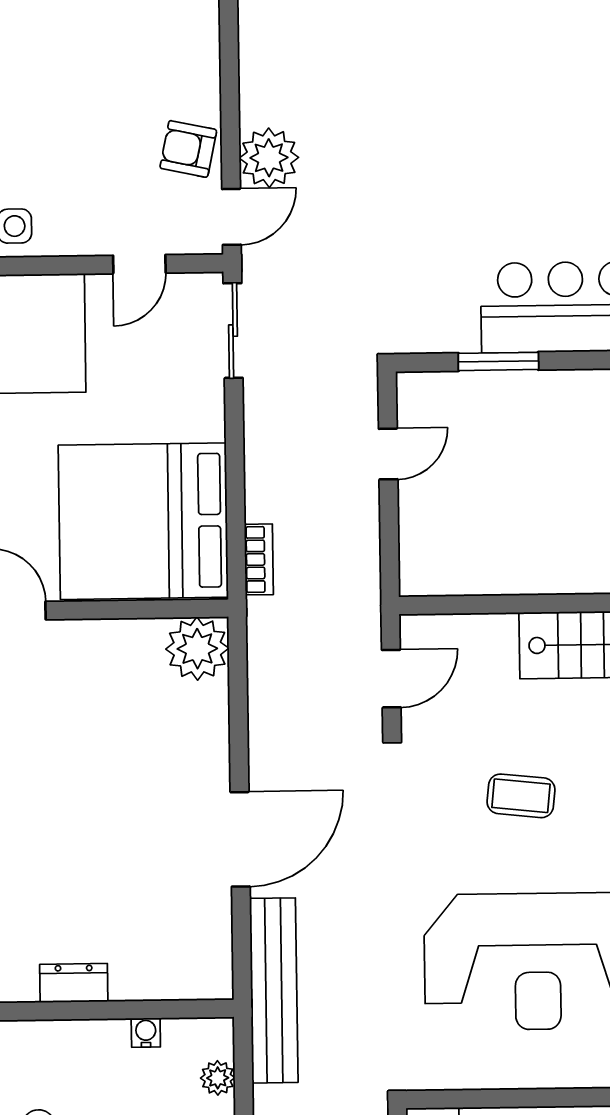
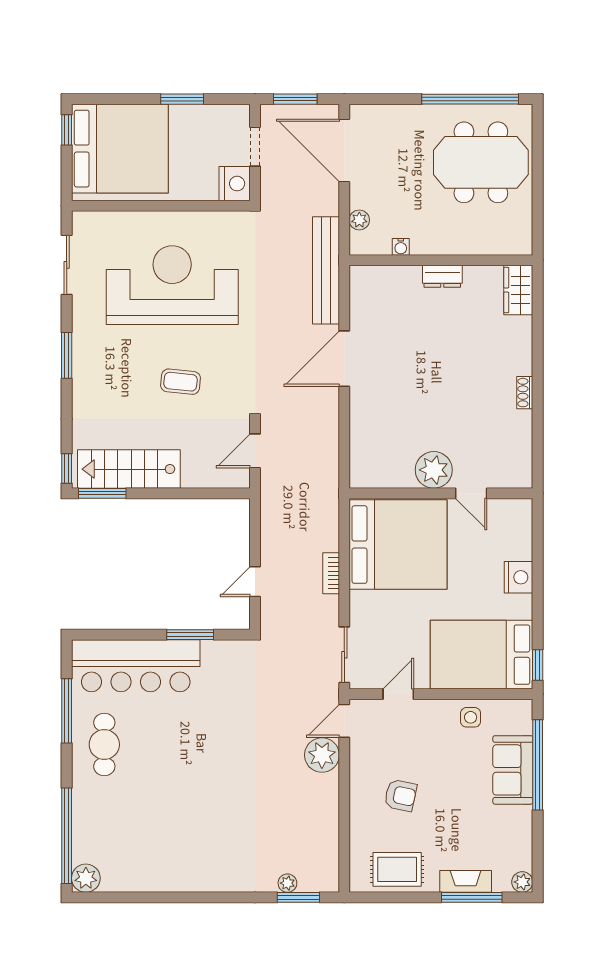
armchair: (188, 149) -> (400, 795), moved
bookcase: (259, 559) -> (331, 573), moved
plant: (197, 649) -> (434, 470), moved

